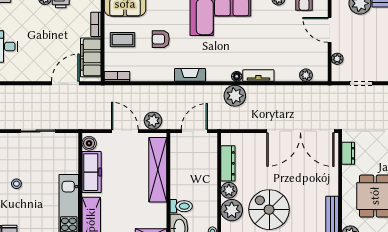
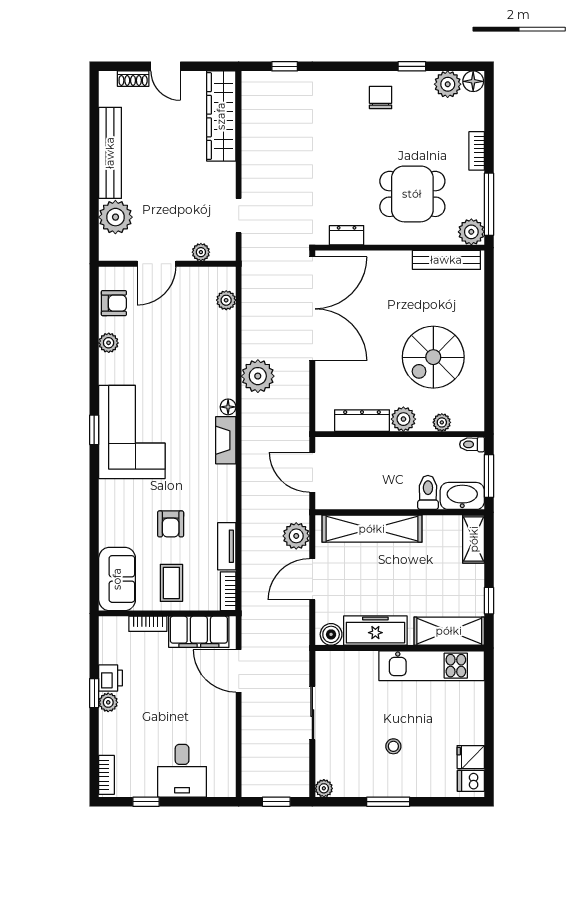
fireplace: (190, 75) -> (226, 440), moved
tv unit: (258, 76) -> (227, 546), moved
plant: (235, 96) -> (258, 376), moved
plant: (232, 210) -> (442, 422), width x0.53, depth x0.53

